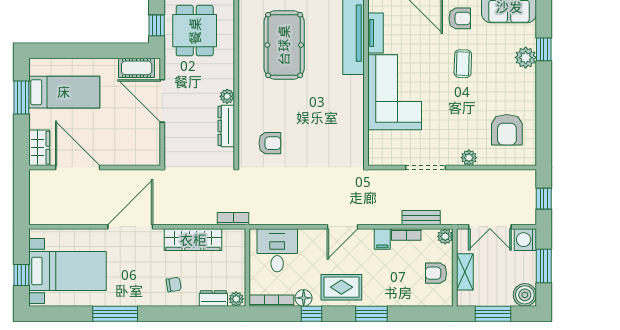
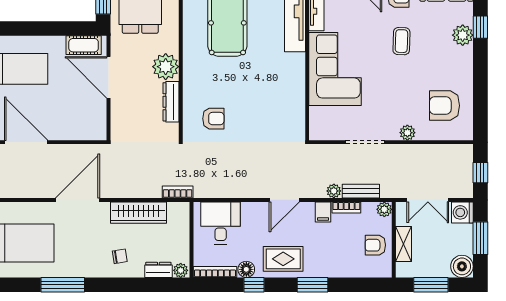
plant: (227, 96) -> (166, 67), width x1.88, depth x1.88
armchair: (507, 130) -> (444, 106), turned 90
plant: (393, 218) -> (334, 191), added

